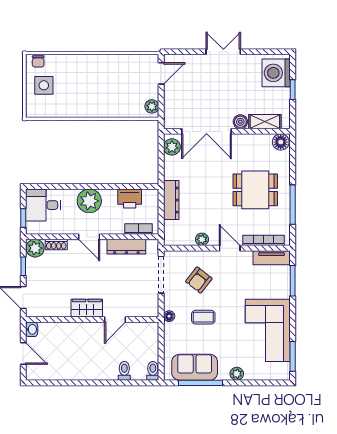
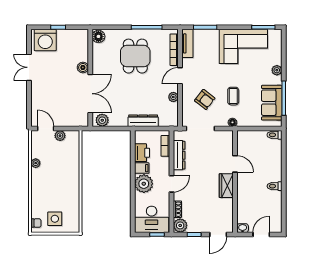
double door: (223, 52) -> (29, 67), moved
plant: (116, 60) -> (36, 163), added
plant: (152, 106) -> (60, 136), moved
shelving: (265, 122) -> (83, 49), removed
filing cabinet: (110, 198) -> (142, 168), added
desk: (43, 205) -> (152, 219), width x1.37
toilet: (124, 371) -> (275, 186), moved

